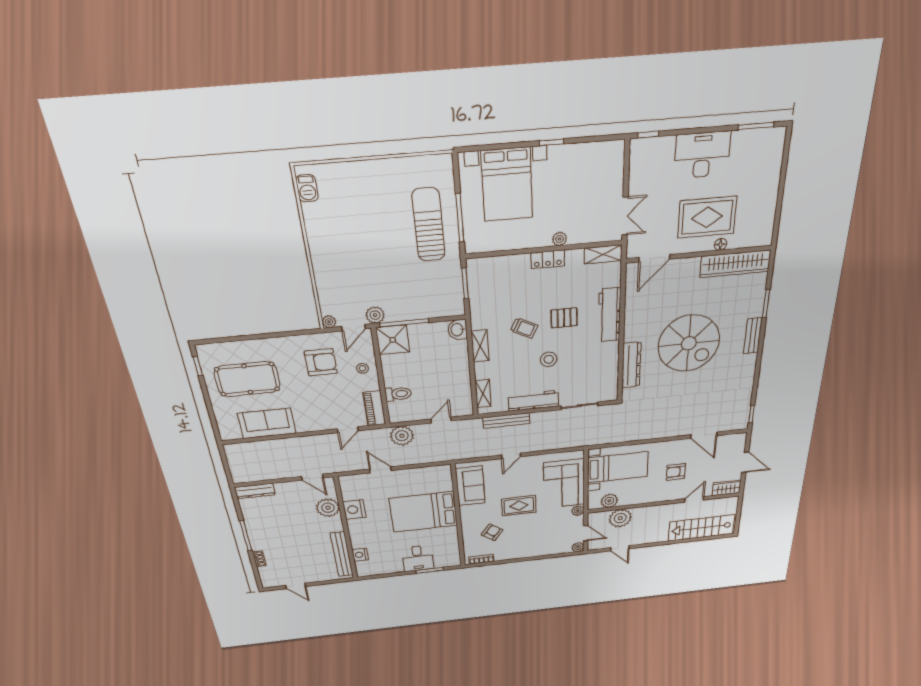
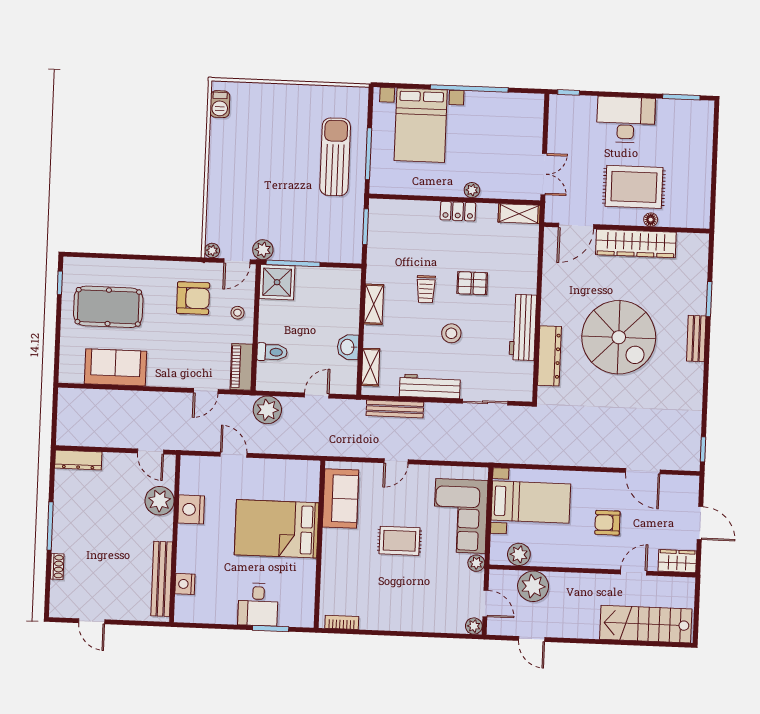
window: (552, 142) -> (469, 88), width x3.17
wardrobe: (735, 264) -> (636, 243), moved
workbench: (609, 315) -> (523, 327), moved
trolley: (524, 328) -> (426, 289), turned 63
washbasin: (457, 330) -> (348, 347), moved
armchair: (492, 532) -> (361, 579), removed

